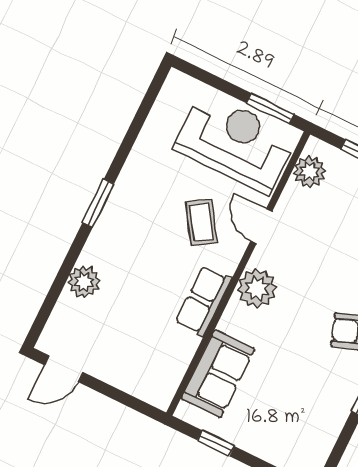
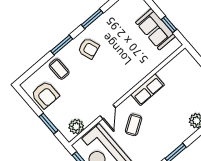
plant: (257, 288) -> (122, 85), removed
sofa: (218, 374) -> (155, 29), moved, turned -90

